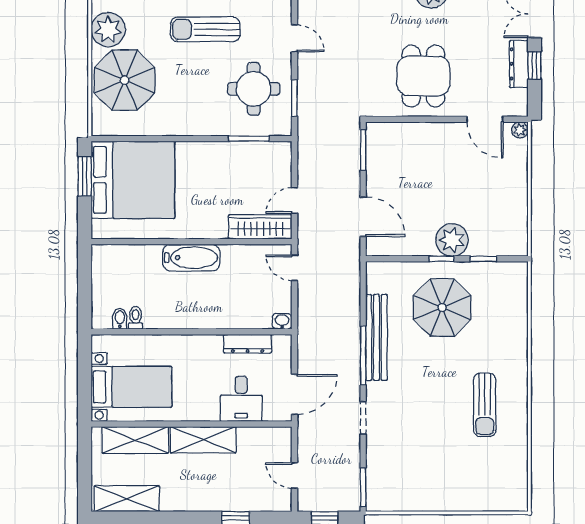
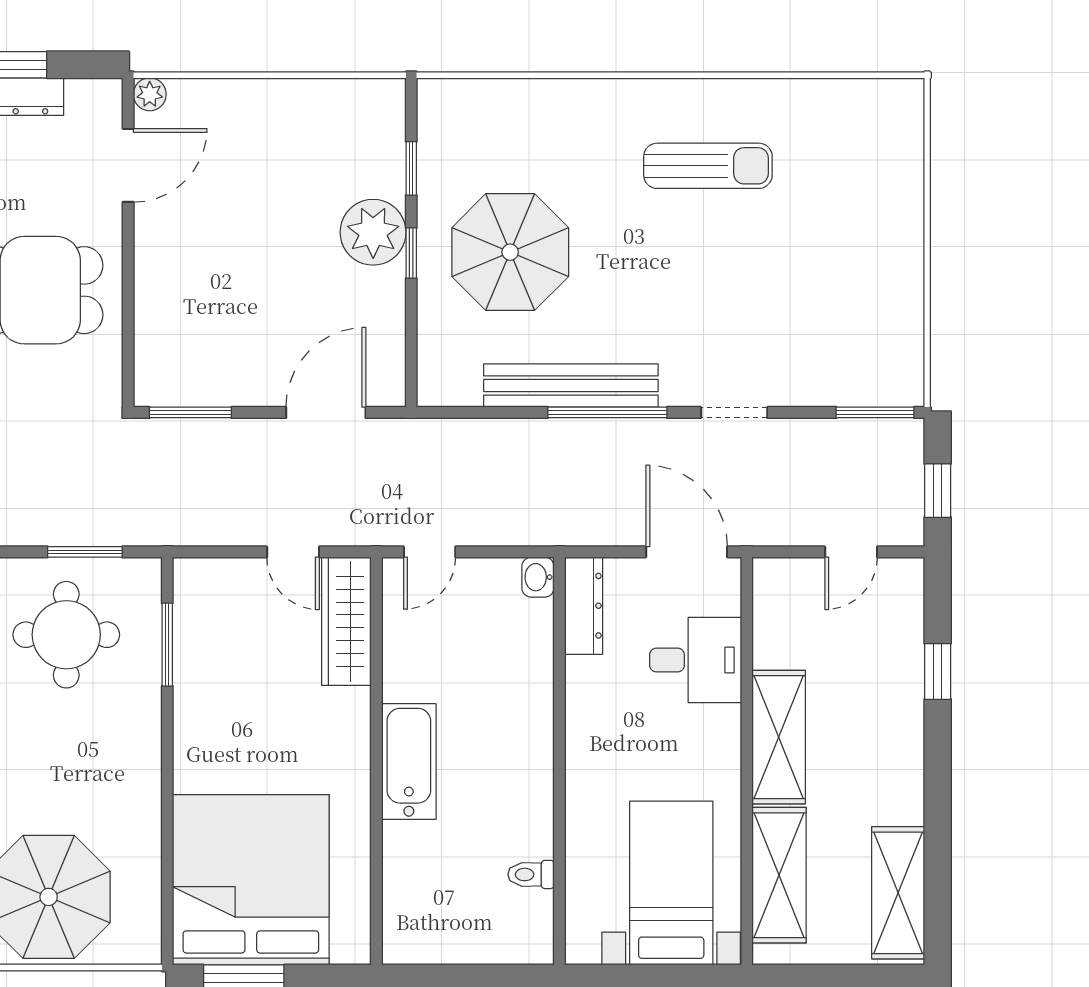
bidet: (120, 319) -> (533, 907), removed
dresser: (248, 344) -> (584, 606), moved

